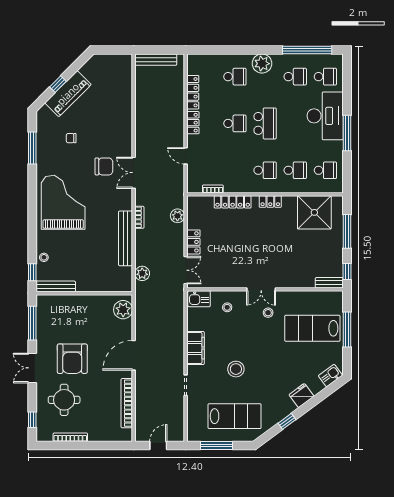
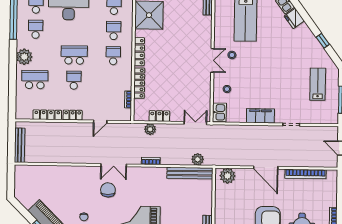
school desk: (235, 77) -> (35, 80), width x1.85
locker: (270, 202) -> (139, 52), width x1.53
bench: (126, 238) -> (190, 173), moved
locker: (193, 242) -> (159, 116), moved
stool: (236, 369) -> (279, 83), removed
fridge: (301, 396) -> (294, 18), moved
lab bench: (235, 416) -> (318, 84), width x0.73, depth x0.72

